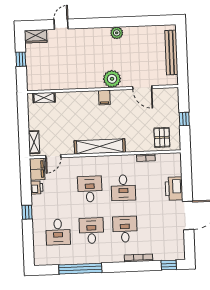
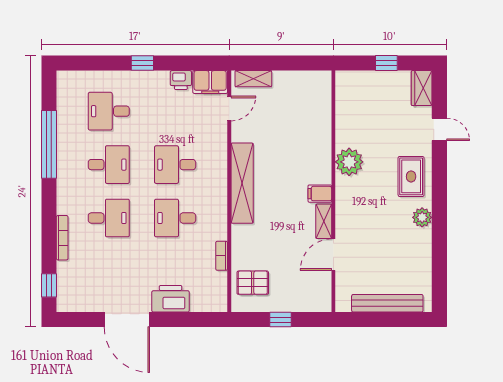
rug: (91, 41) -> (411, 176), added
plant: (112, 79) -> (349, 162), moved
shelving: (44, 98) -> (324, 221), moved
door: (53, 156) -> (229, 108), swing flipped
desk: (90, 189) -> (175, 165), turned 180

